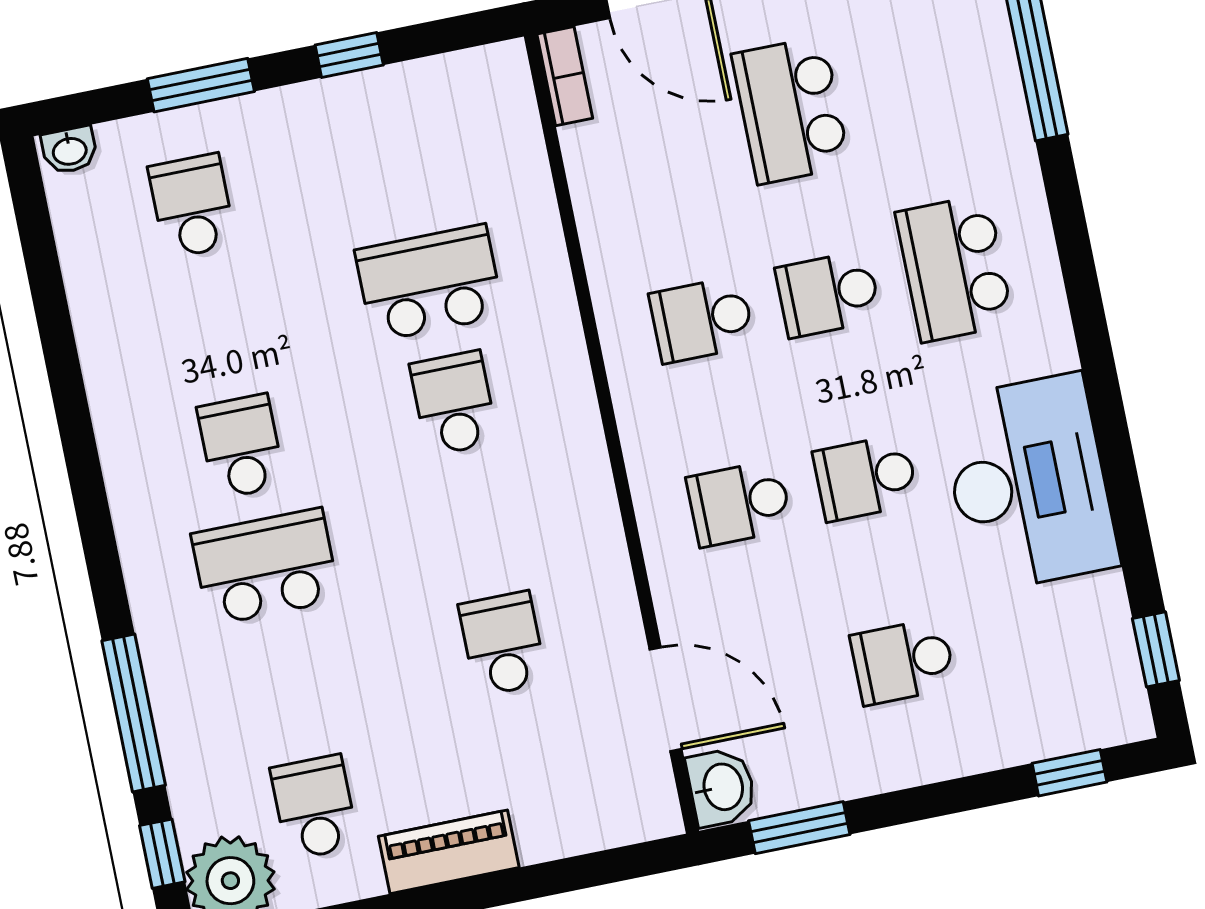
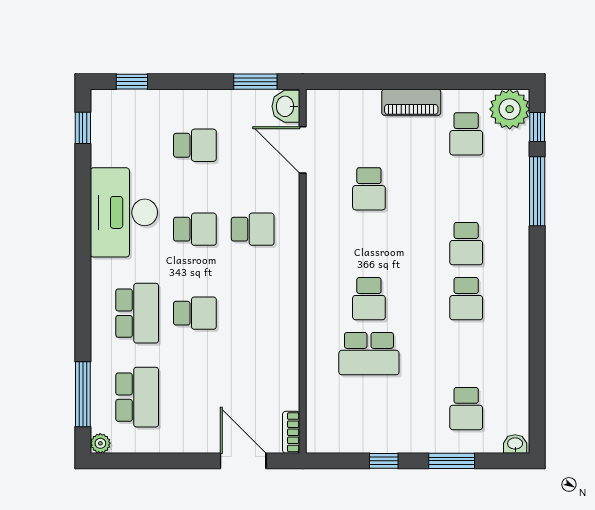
school desk: (791, 110) -> (137, 397), moved
school desk: (702, 320) -> (253, 313), removed
school desk: (266, 567) -> (466, 244), width x0.54

